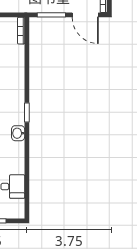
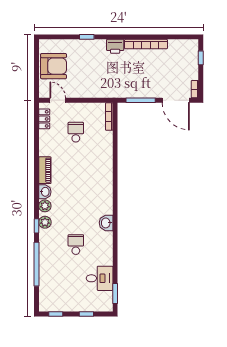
window: (27, 112) -> (115, 294), moved

